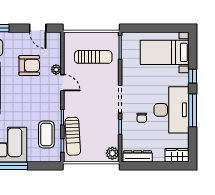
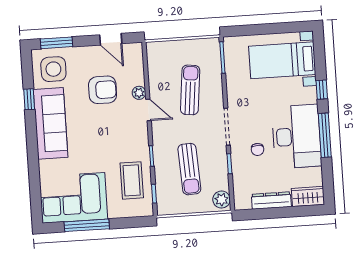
sun lounger: (93, 57) -> (190, 90), moved, turned -84
sun lounger: (73, 136) -> (189, 169), moved
dresser: (138, 156) -> (271, 200), moved

